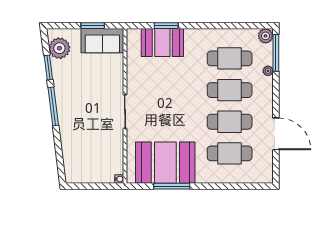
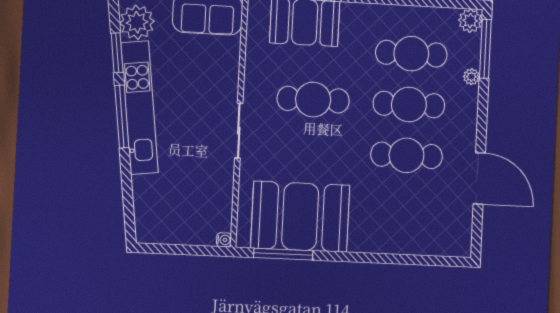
kitchen unit: (64, 100) -> (140, 108), added
cafe table: (230, 153) -> (313, 100), moved
window: (172, 186) -> (283, 254), moved

